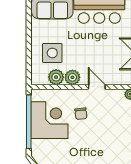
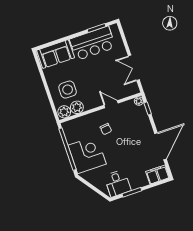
plant: (72, 77) -> (64, 112), moved
corner desk: (49, 120) -> (87, 155), moved

